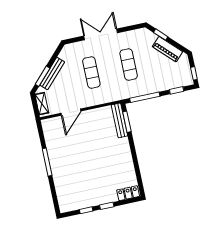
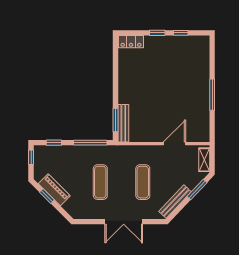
window: (161, 35) -> (47, 196), moved
bench: (52, 74) -> (175, 202), moved

